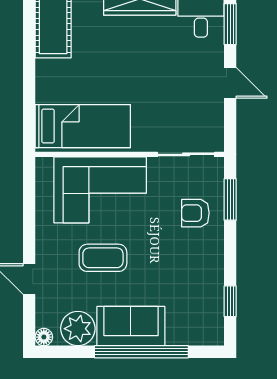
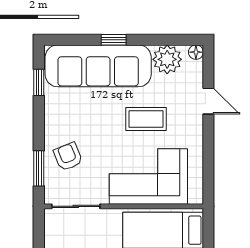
armchair: (195, 213) -> (68, 157), turned -112
sofa: (131, 326) -> (98, 66), width x1.85, depth x1.27
window: (141, 352) -> (114, 40), width x0.32

